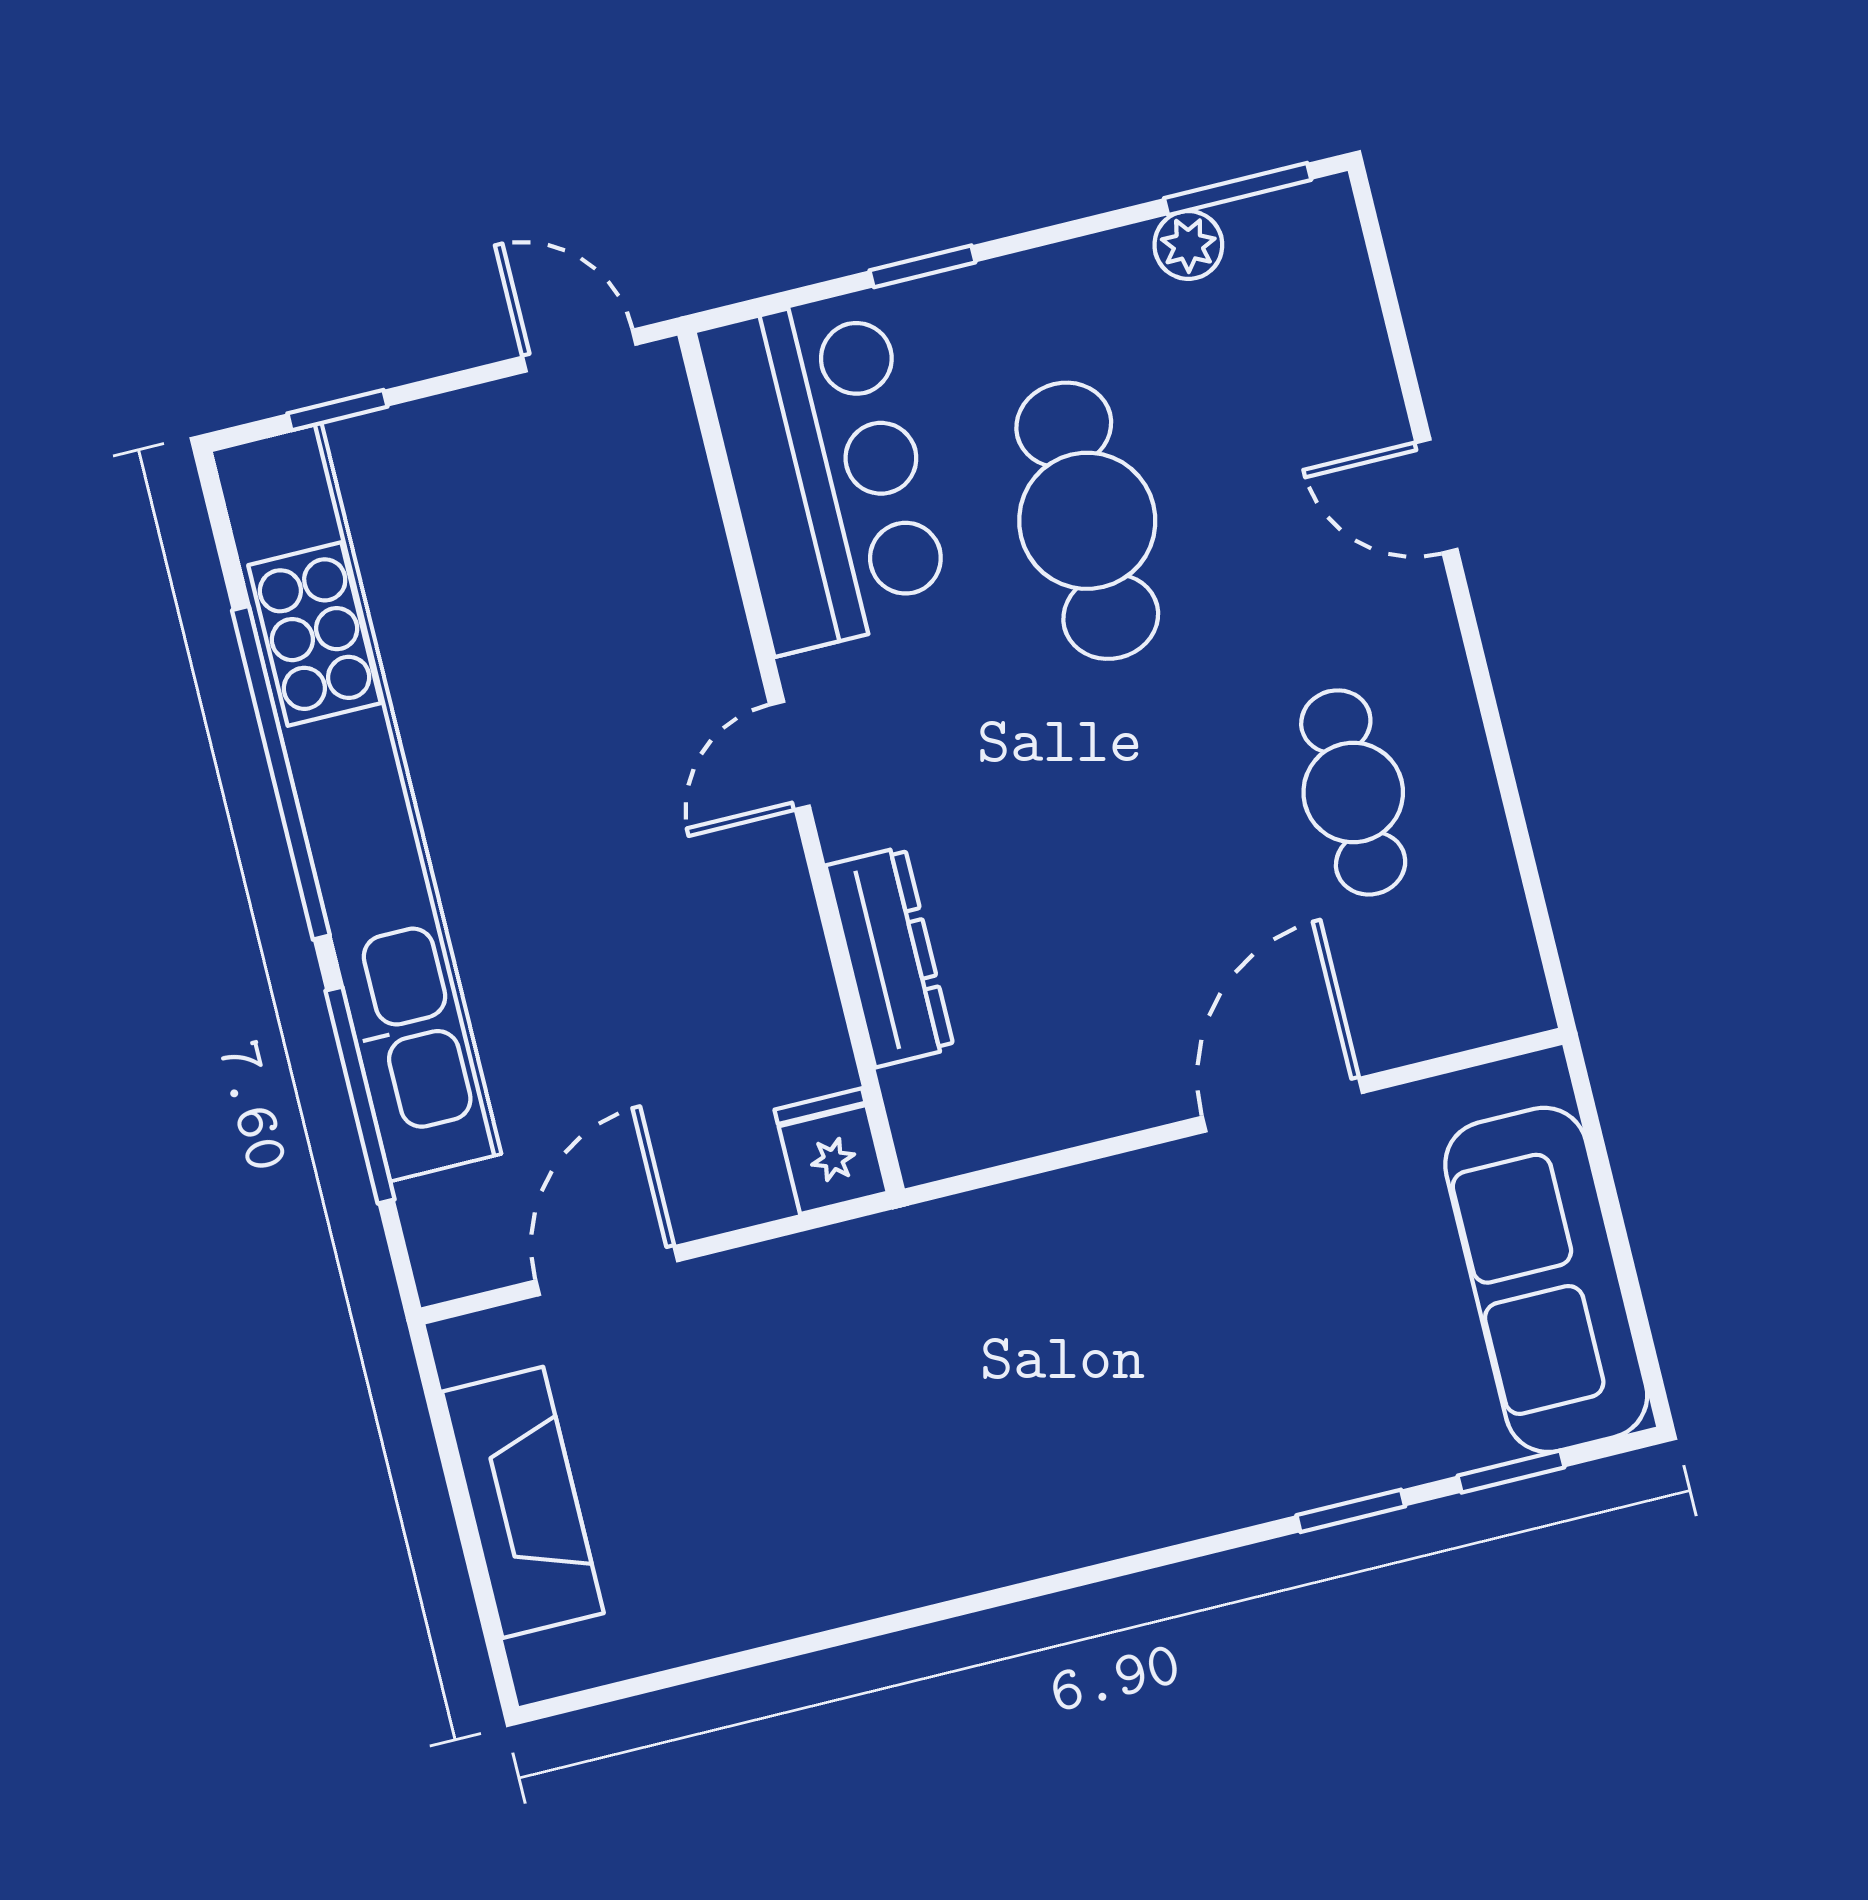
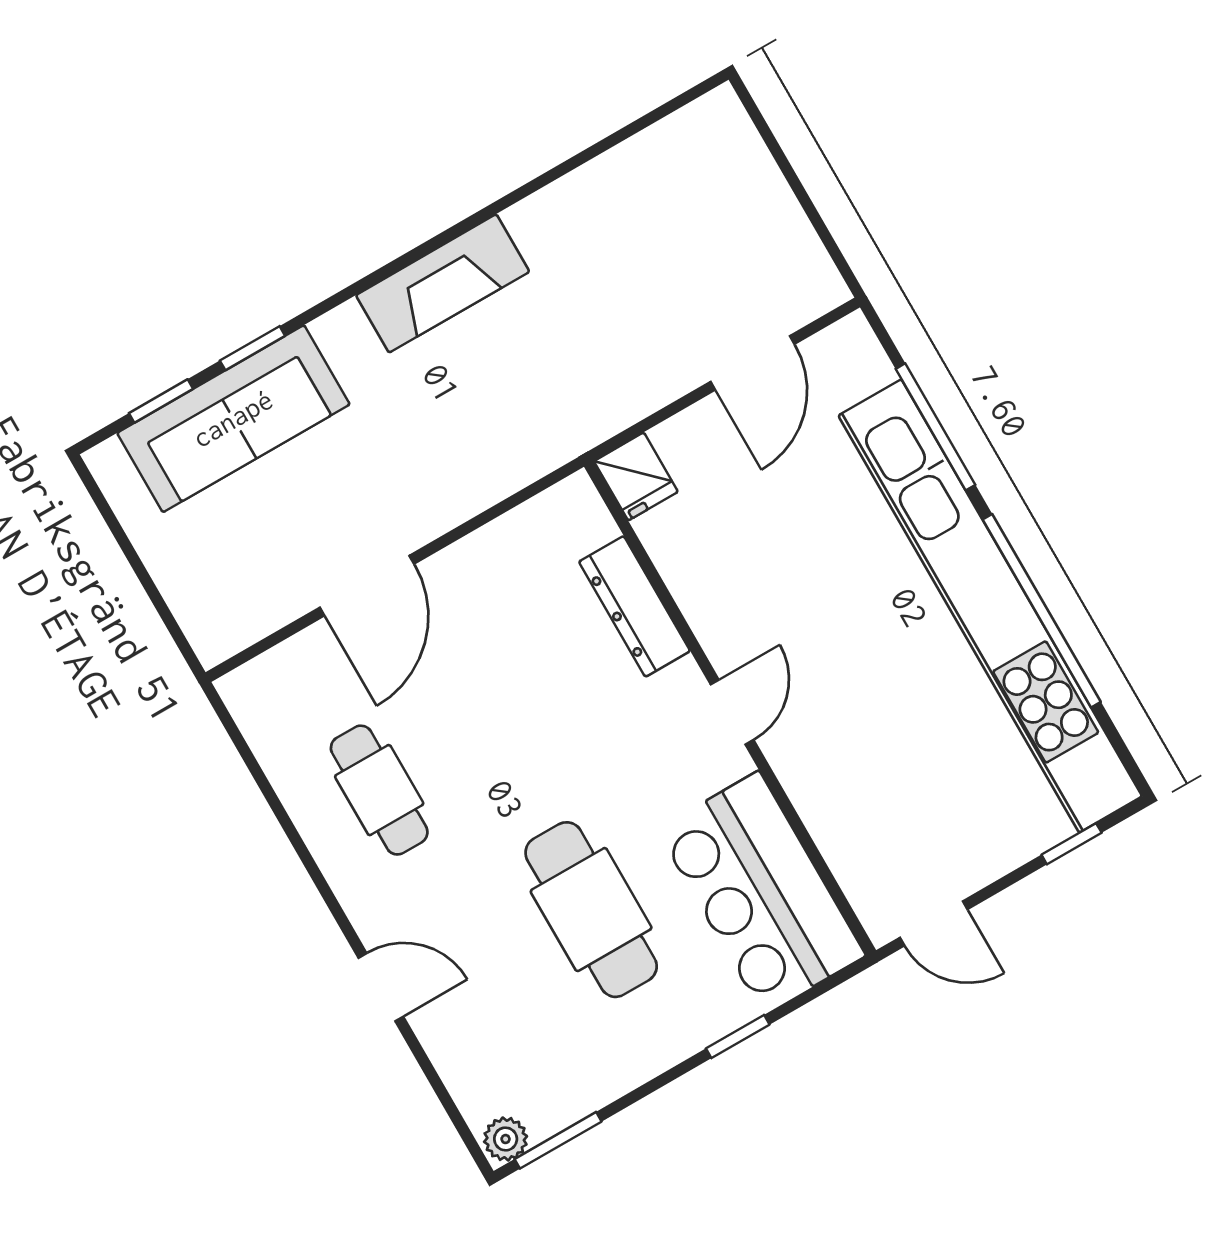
plant: (1188, 245) -> (506, 1139), moved
sofa: (1546, 1280) -> (233, 419), moved, turned 90
fireplace: (523, 1502) -> (443, 283), moved, turned -90

